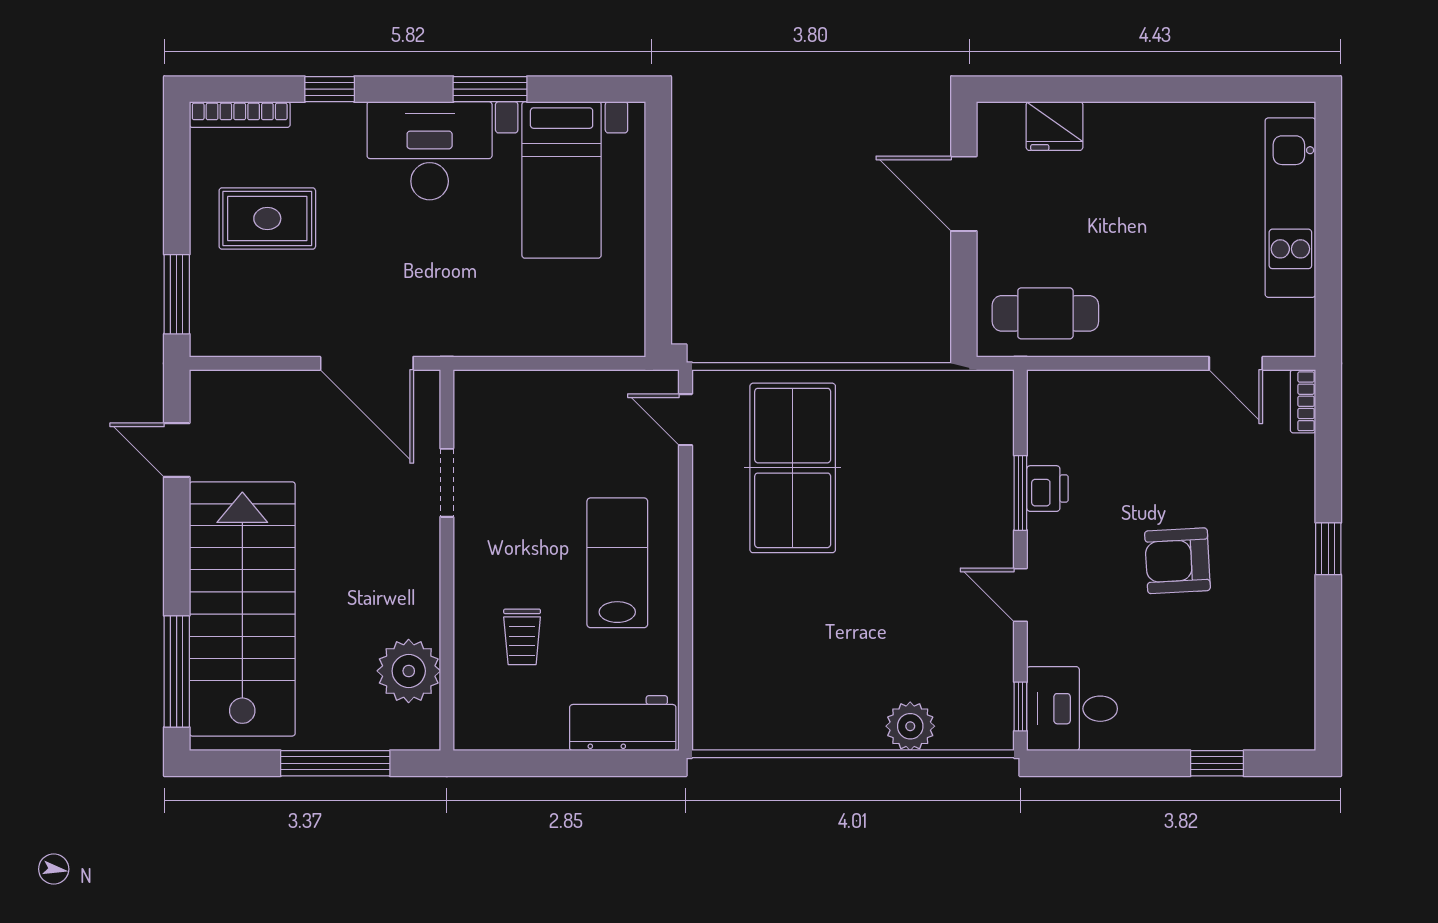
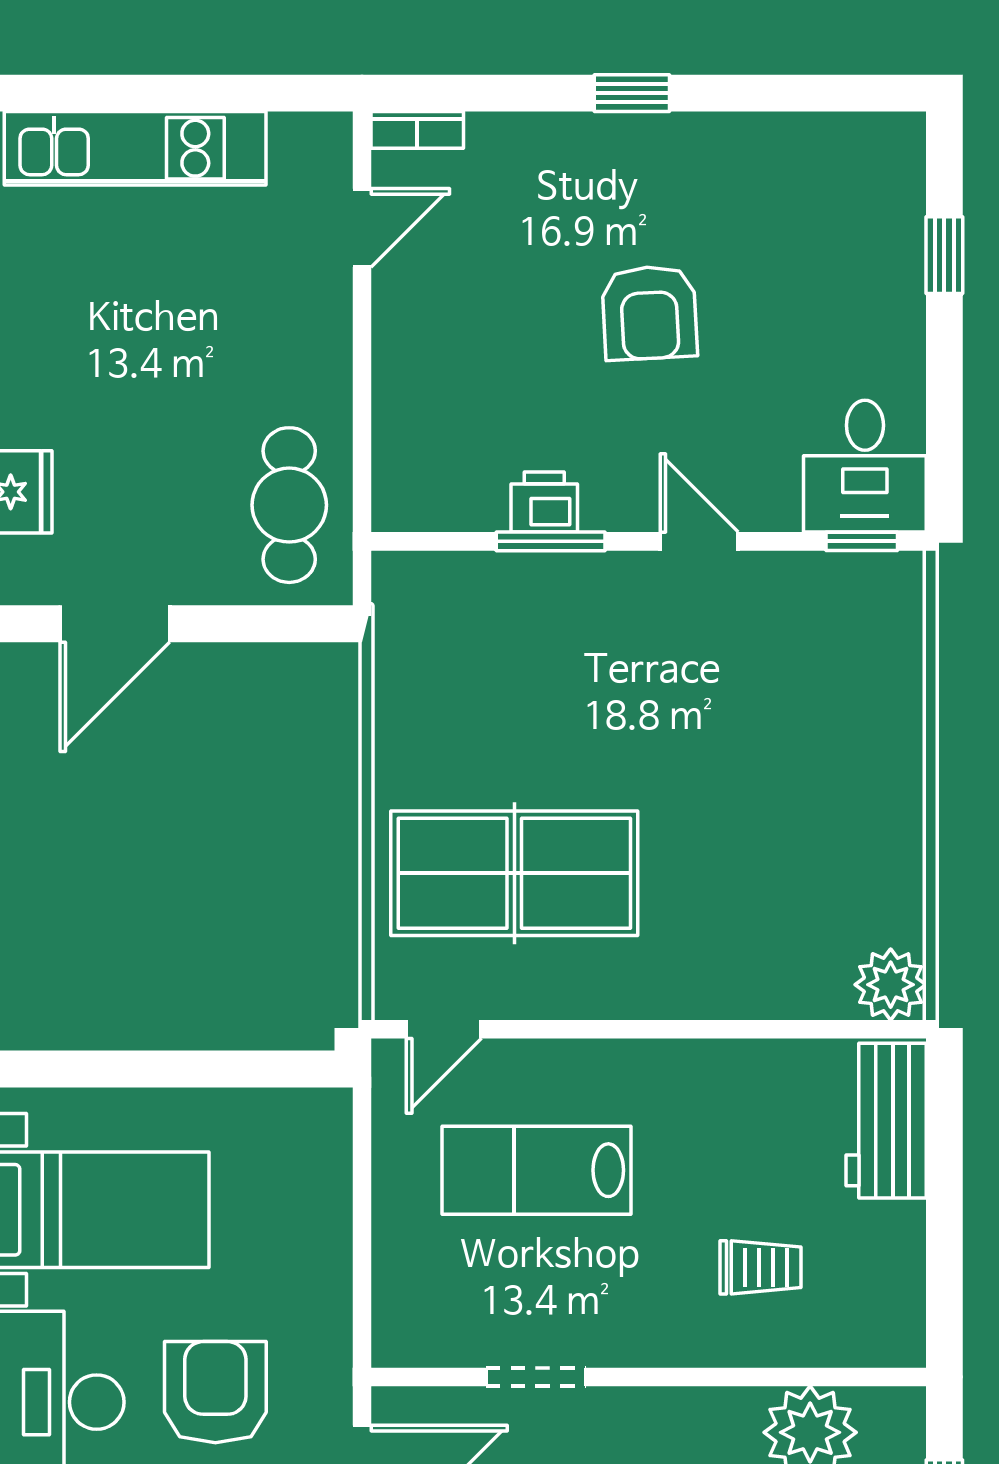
armchair: (436, 263) -> (215, 1392), added
lab bench: (617, 563) -> (537, 1170), moved
door: (1020, 595) -> (699, 541), swing flipped
plant: (910, 726) -> (891, 985), moved

